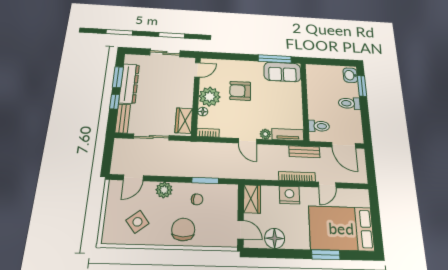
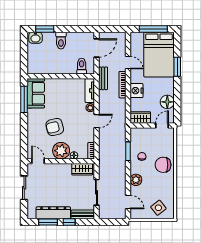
armchair: (240, 91) -> (55, 127), turned 76
window: (376, 221) -> (153, 29), added
side table: (137, 222) -> (158, 208), moved

